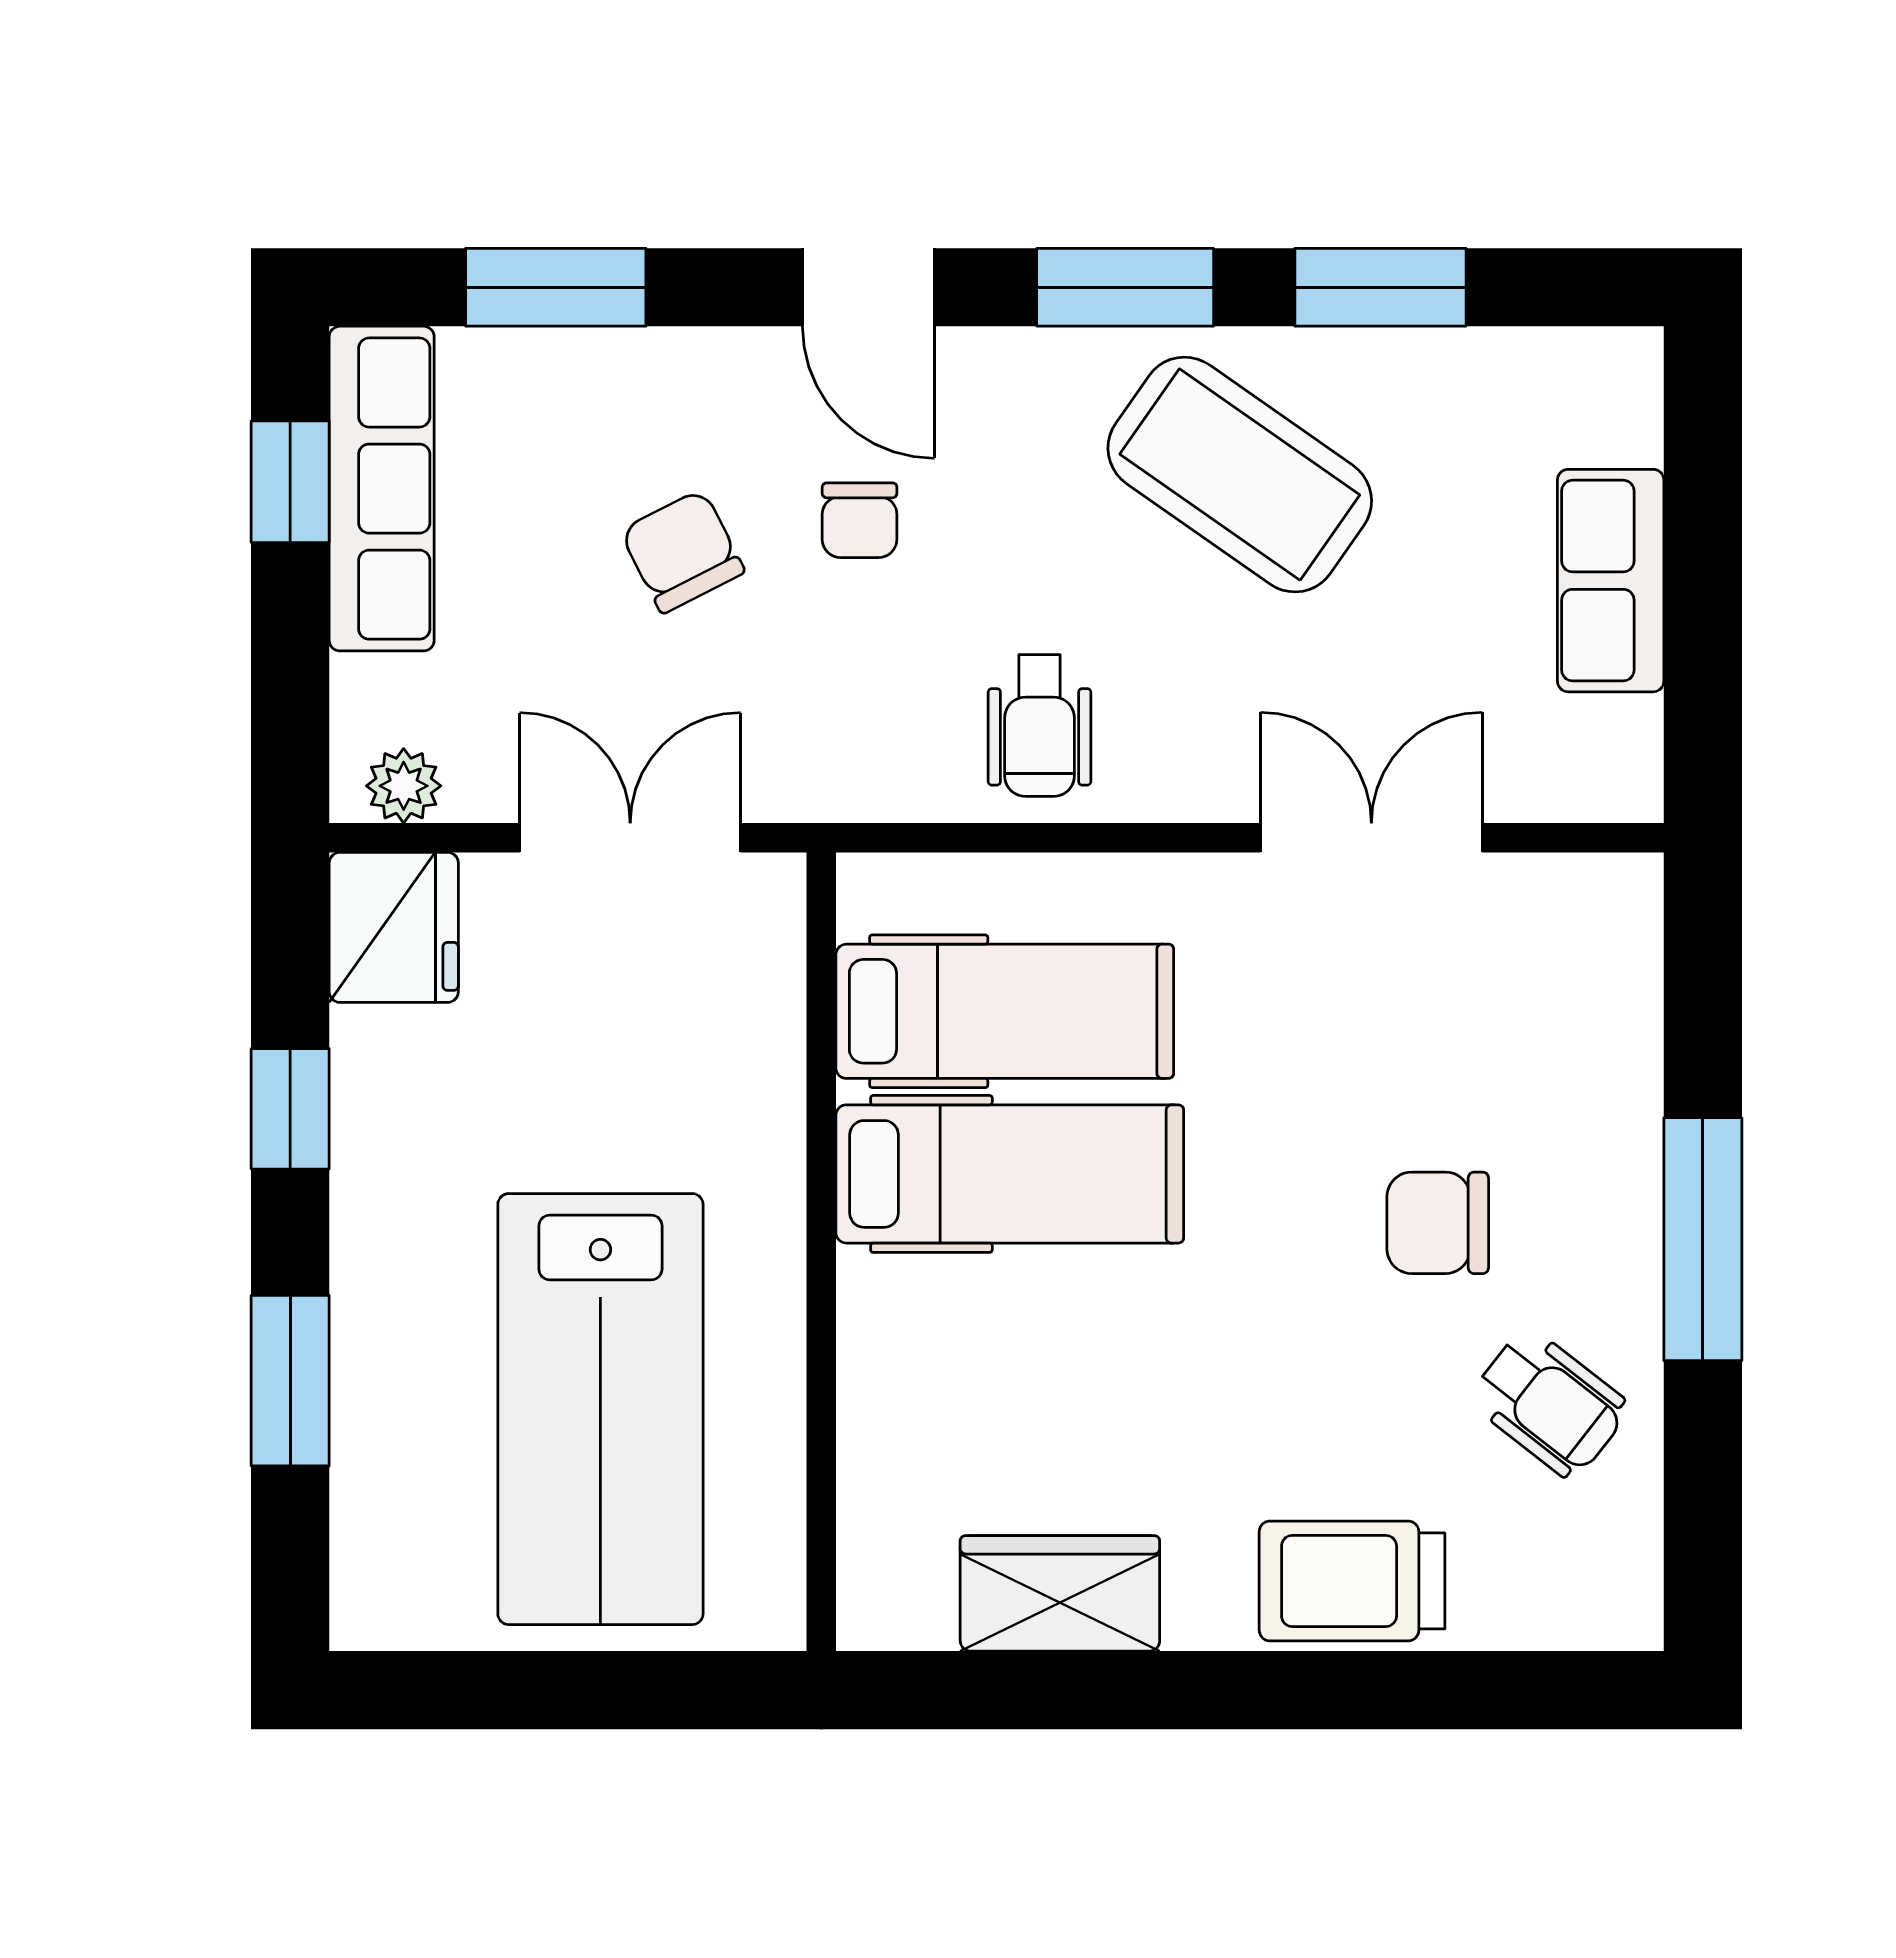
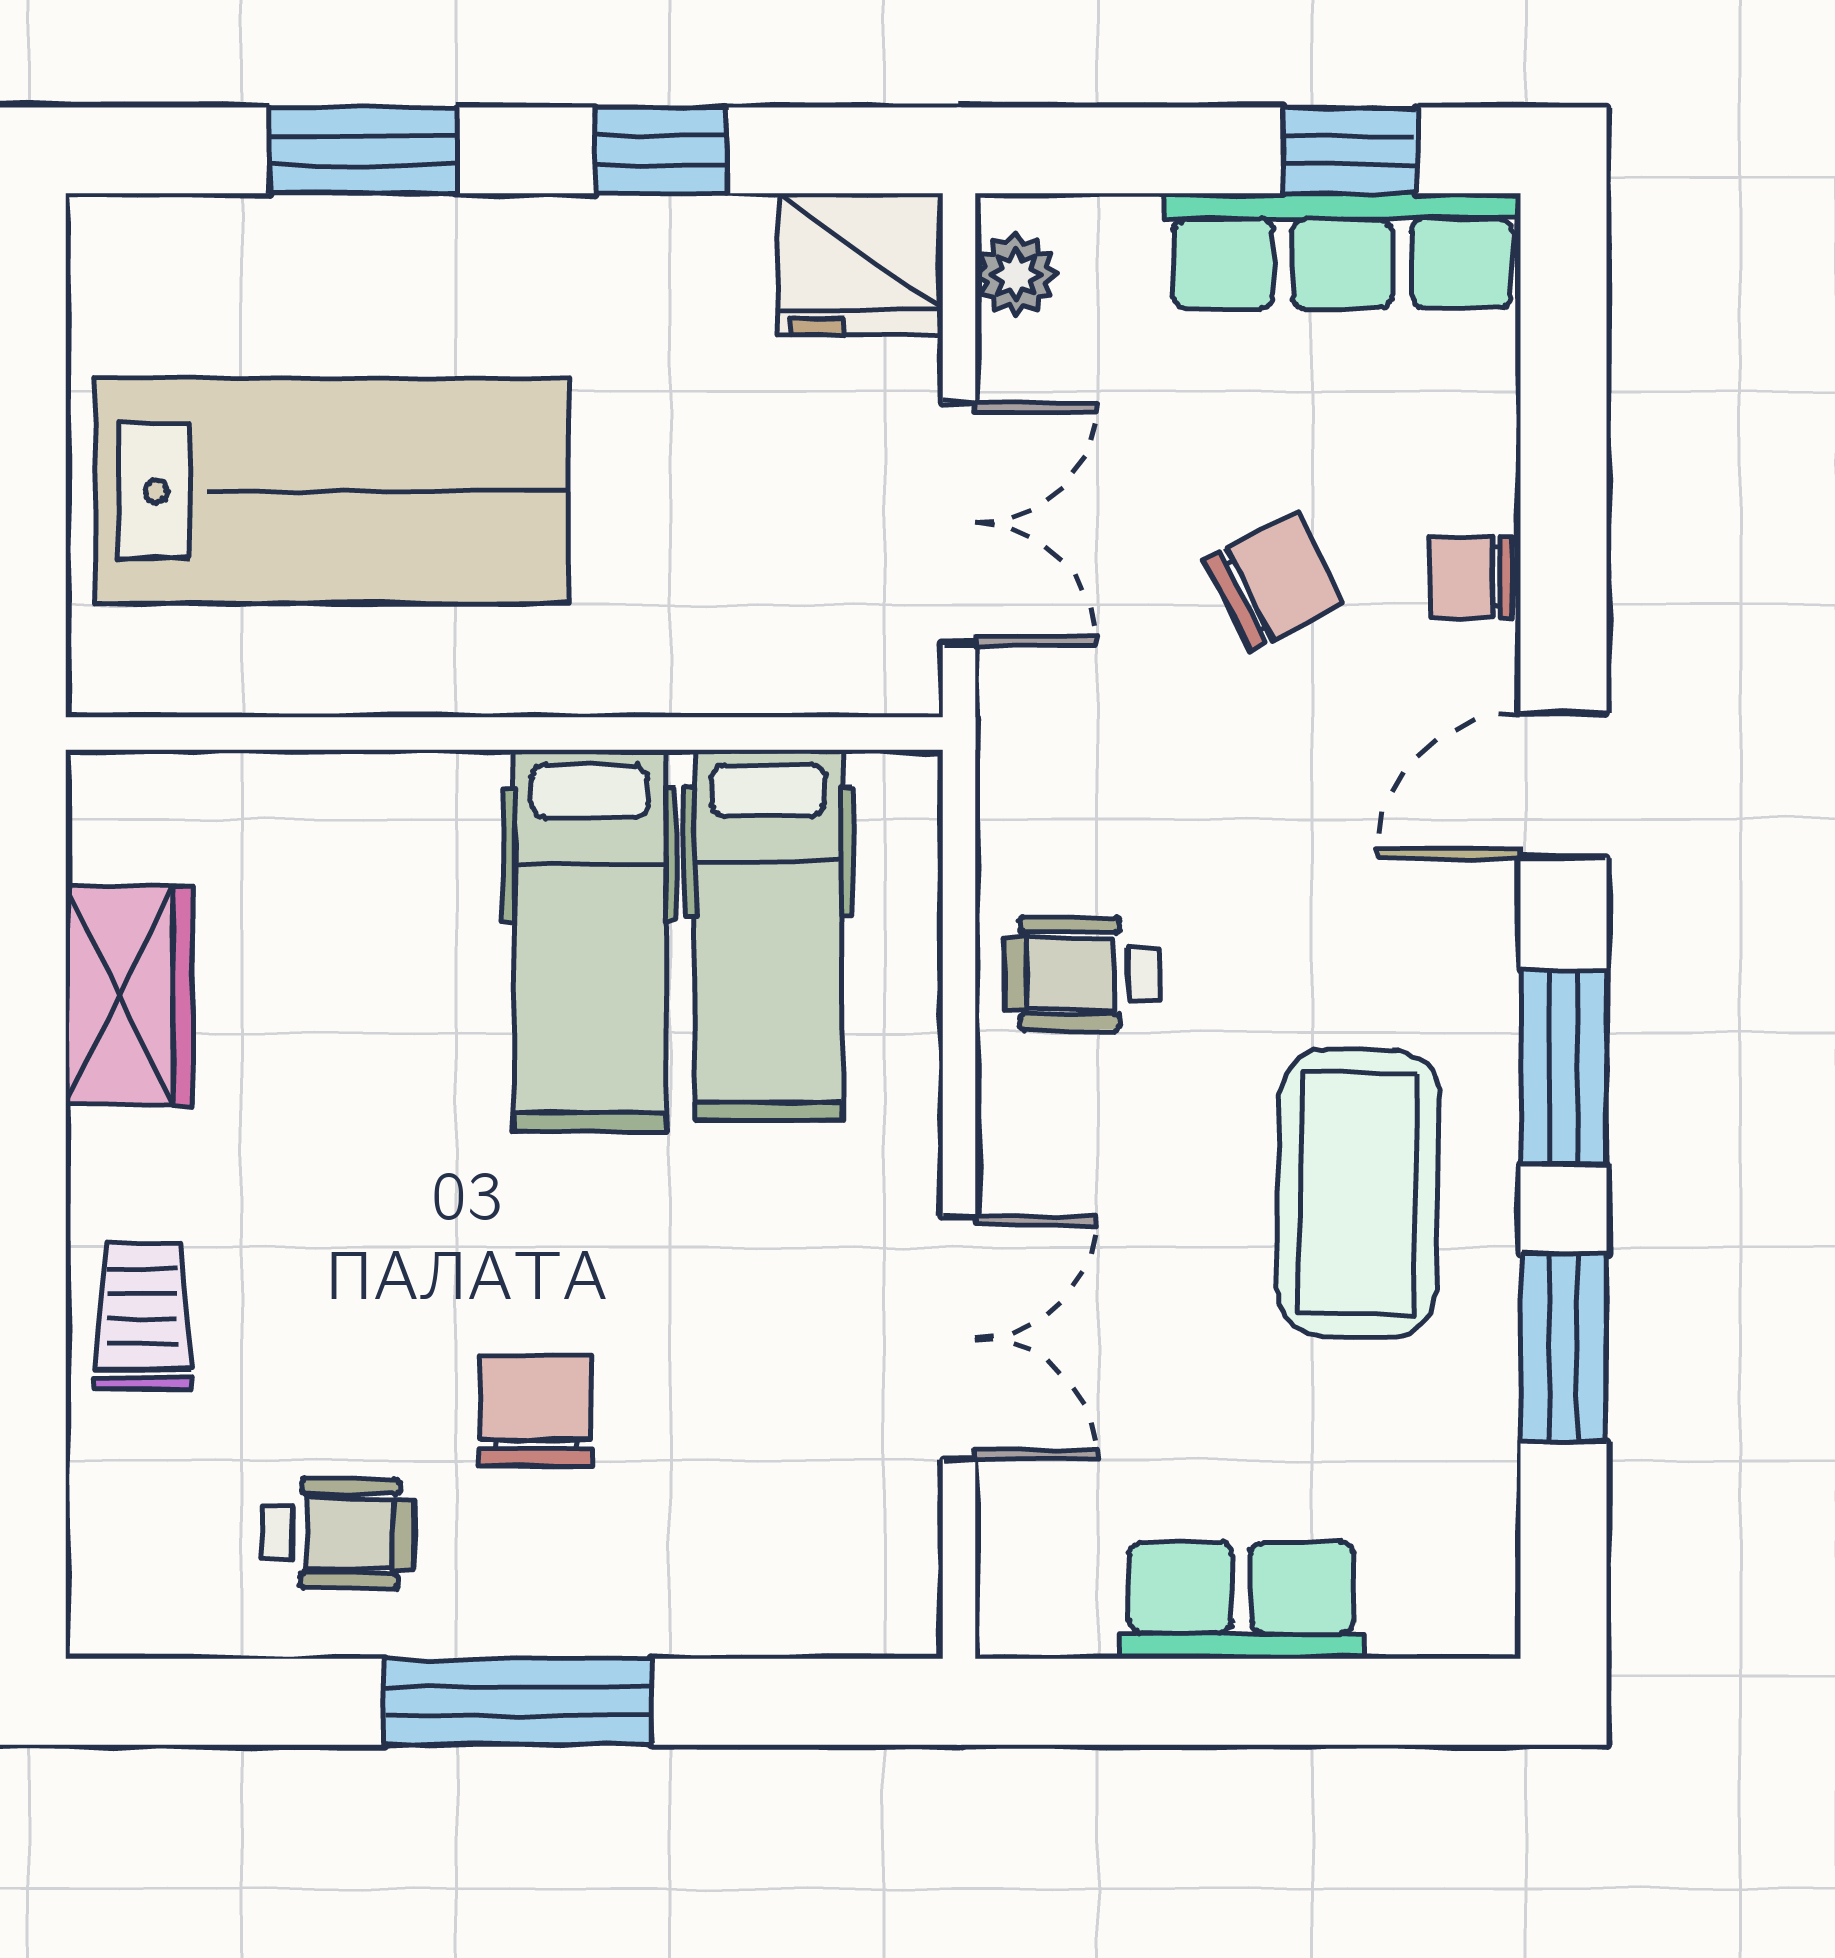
window: (556, 287) -> (1564, 442), removed
coffee table: (1240, 475) -> (1358, 1193), turned -34
chair: (860, 520) -> (1471, 577), moved
wheelchair: (1549, 1403) -> (338, 1533), turned -127
lab bench: (600, 1409) -> (332, 491), turned 180
trolley: (1352, 1581) -> (143, 1316), width x0.73, depth x0.72

